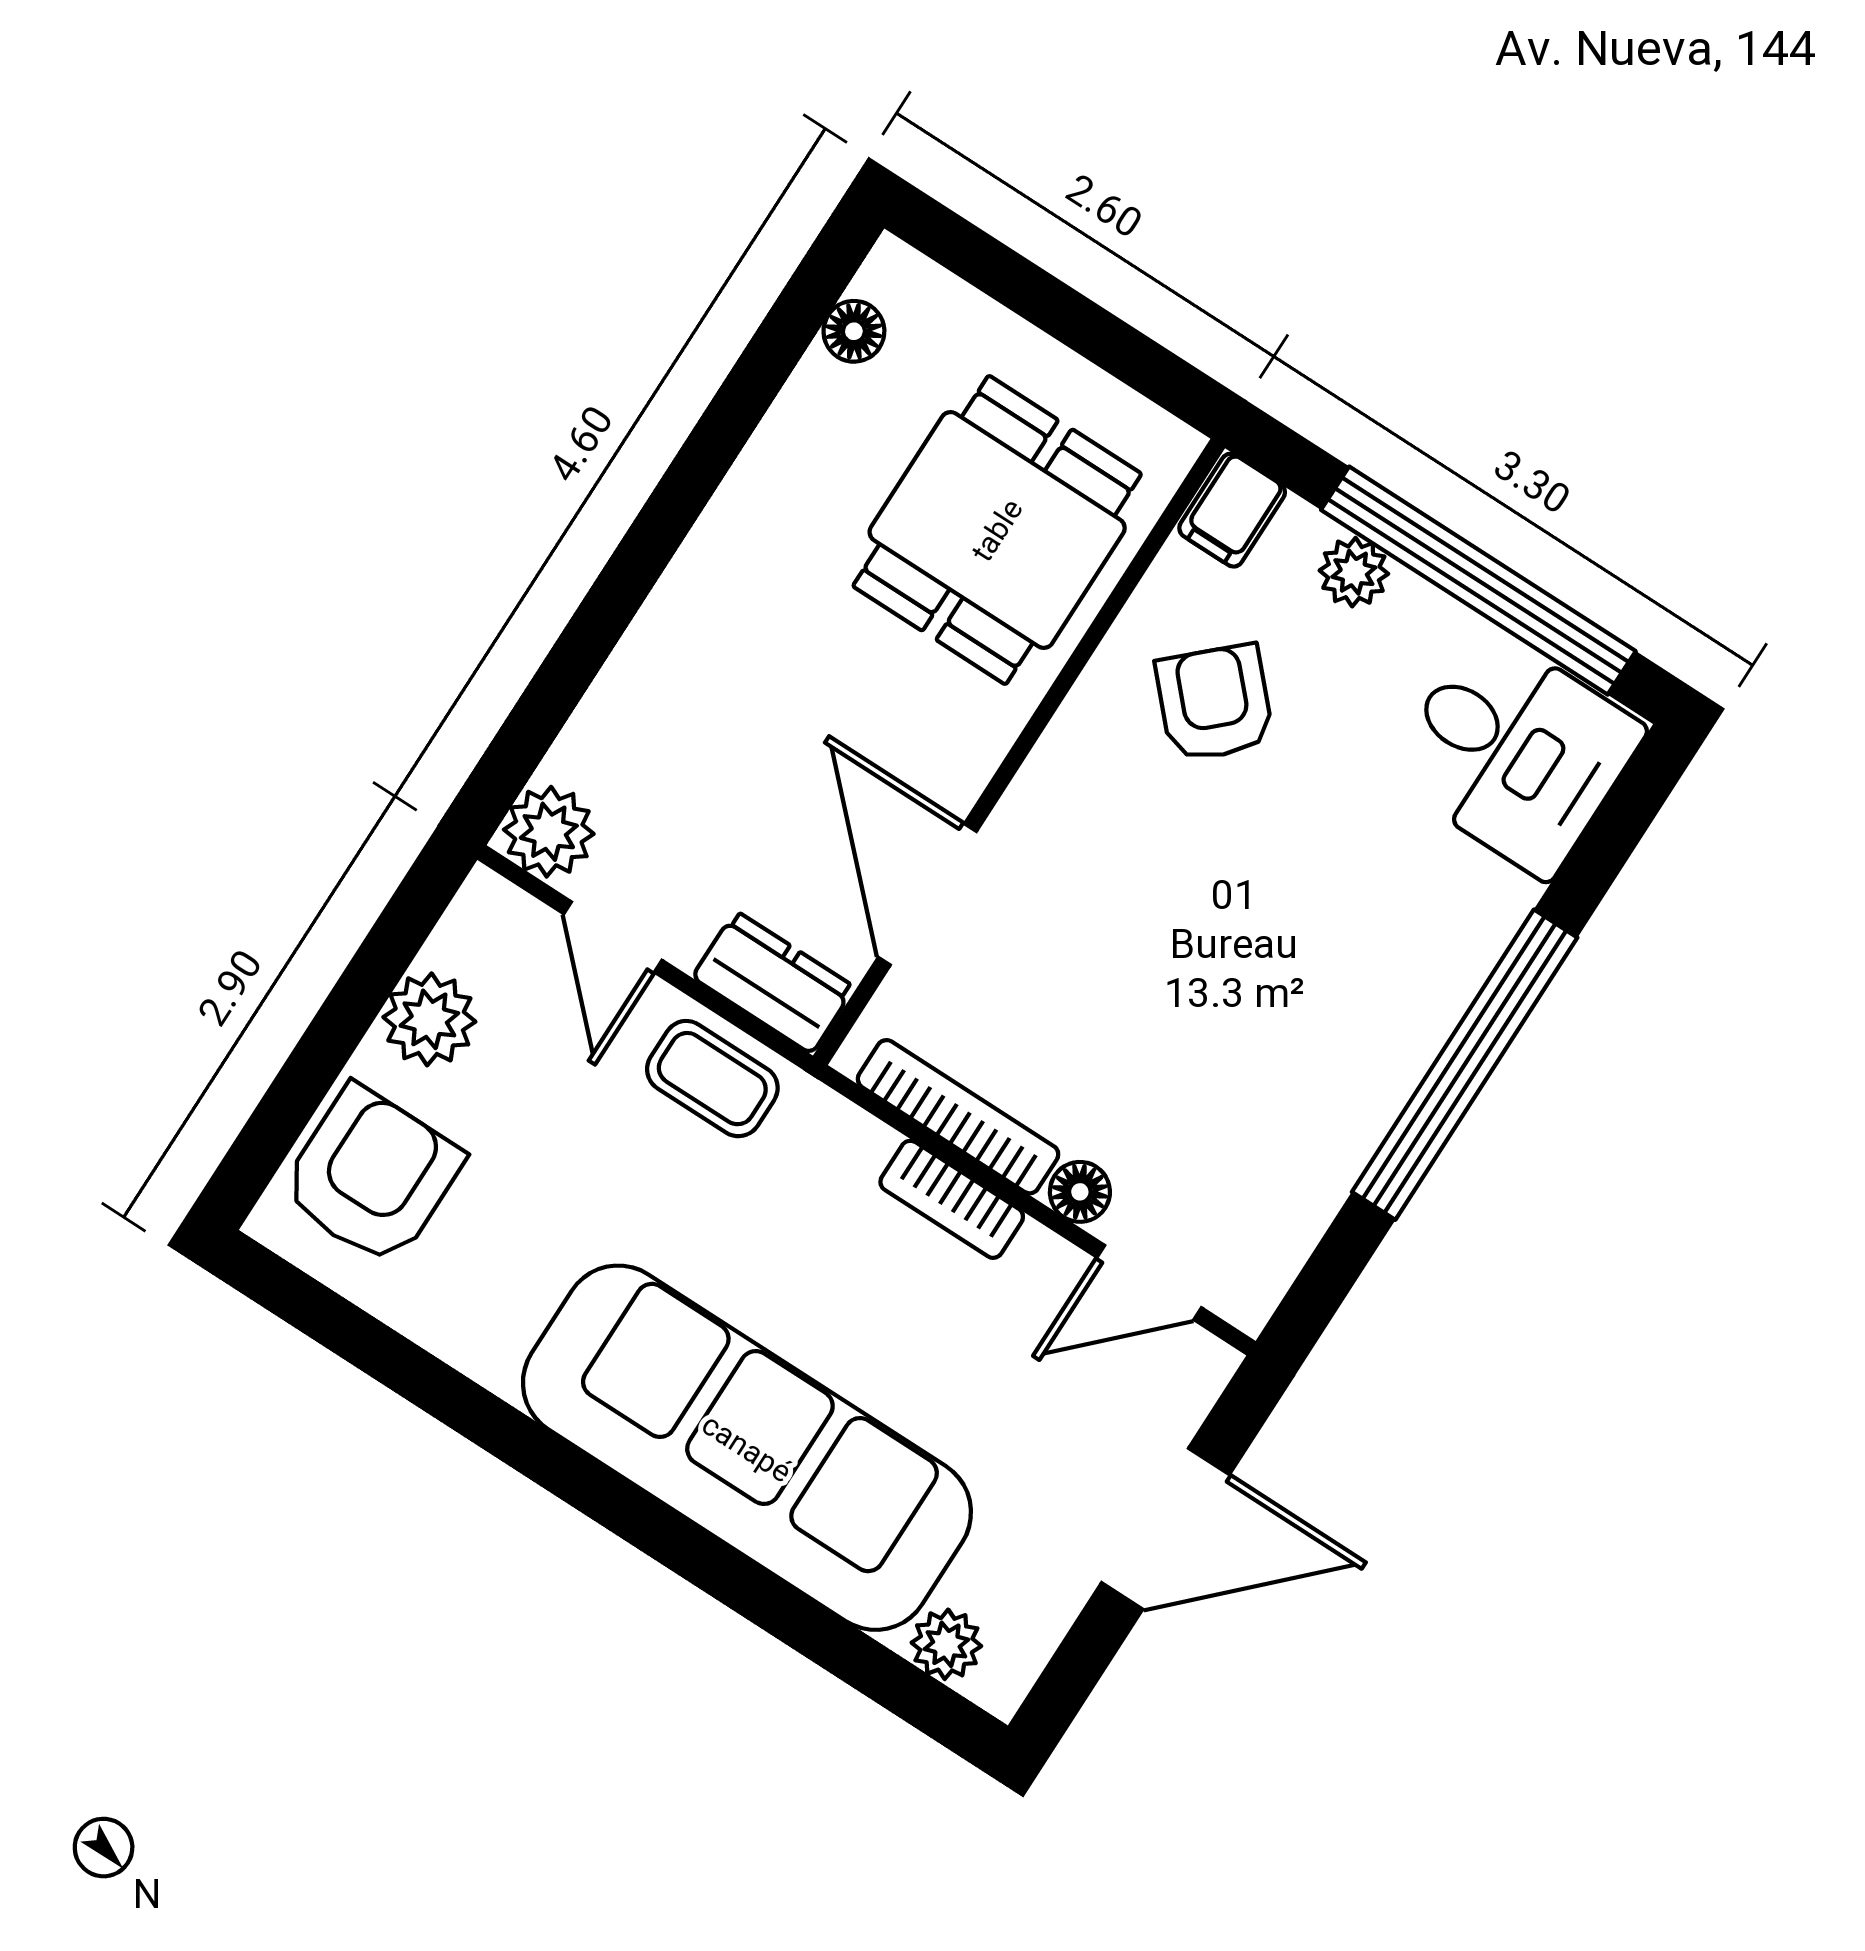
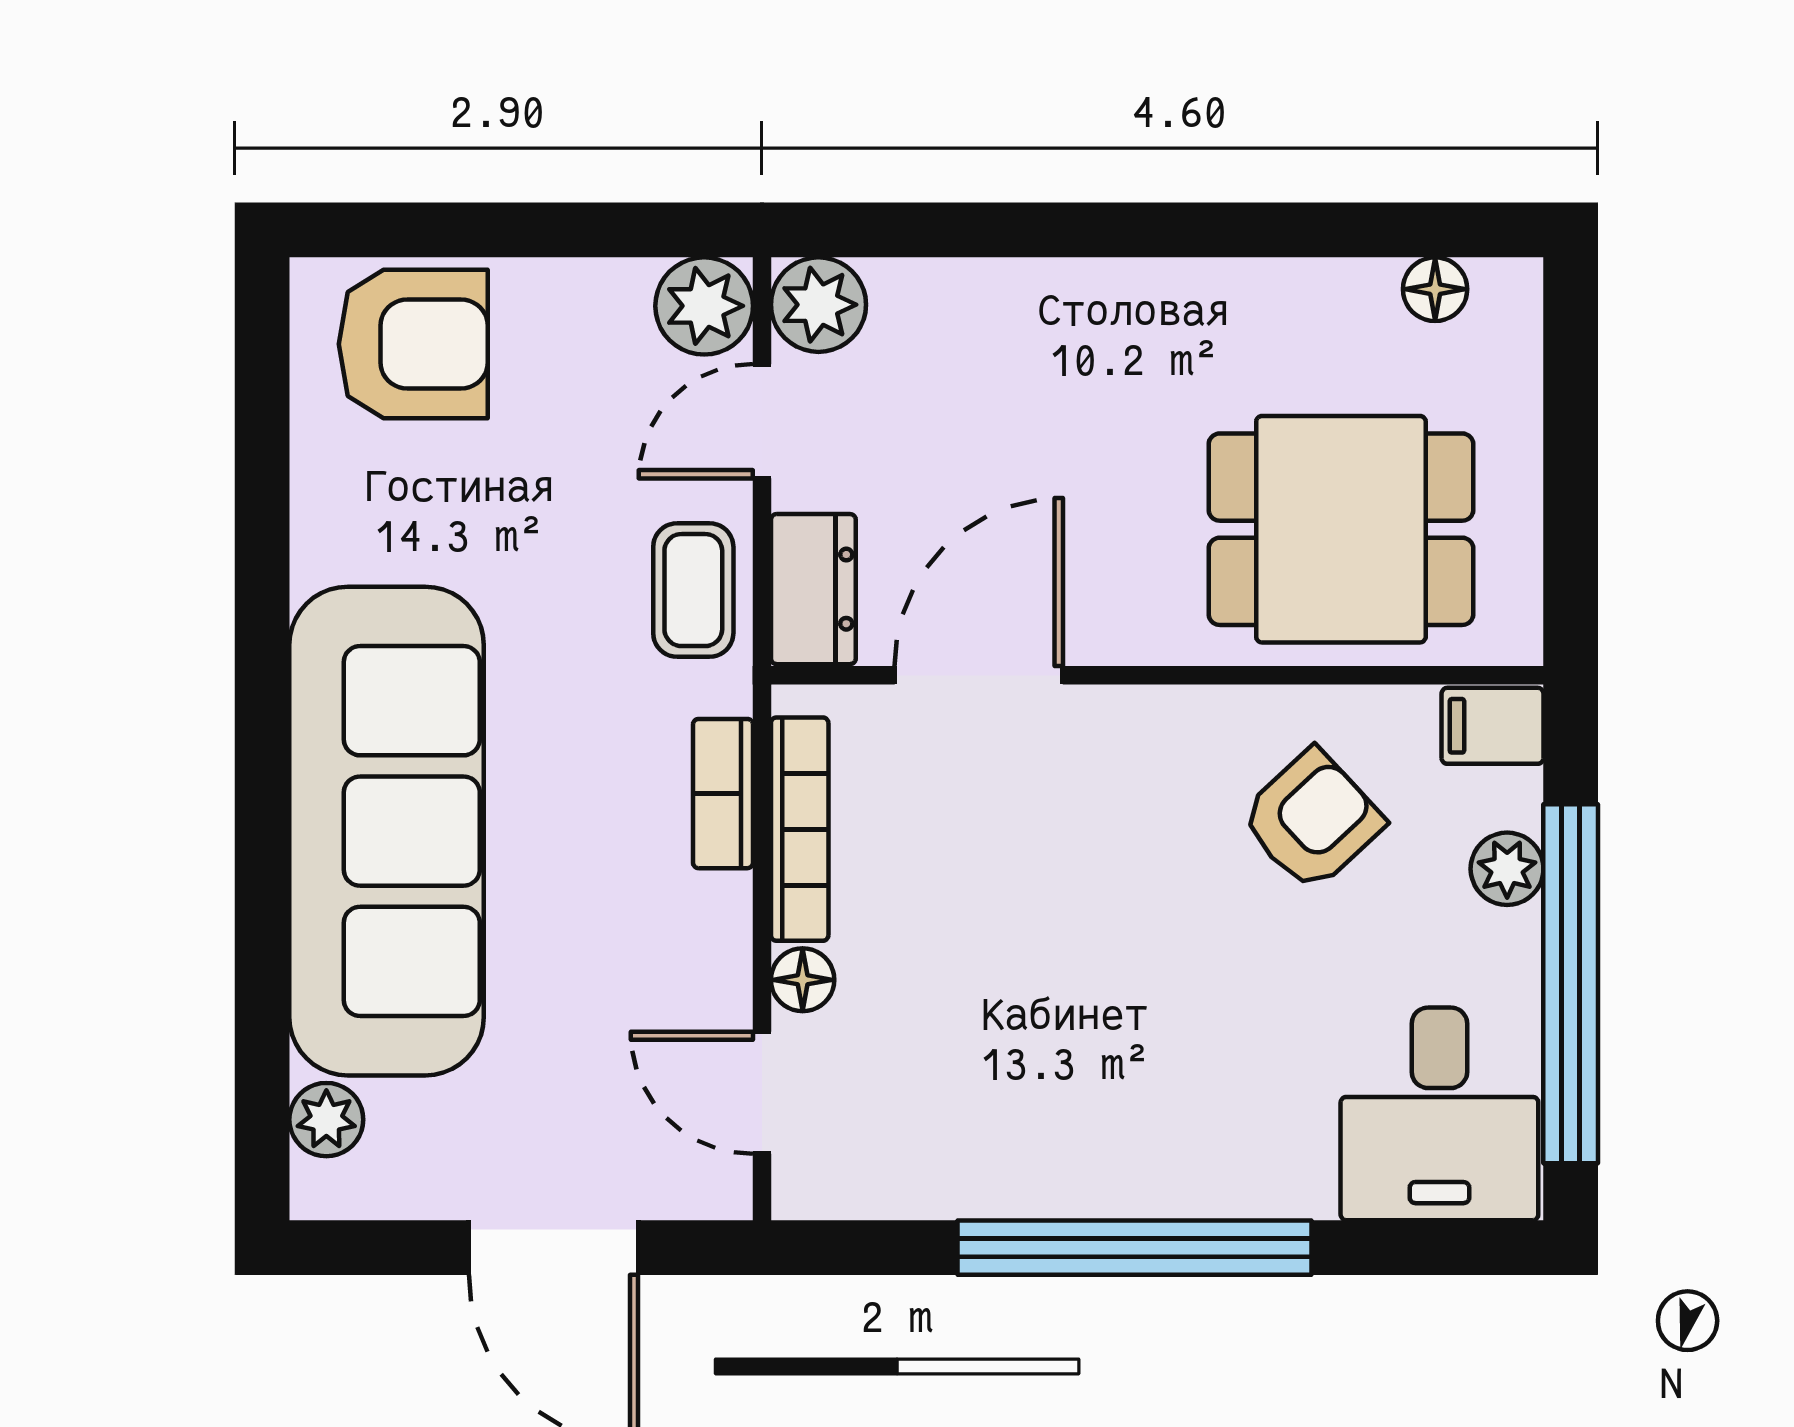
plant: (429, 1019) -> (704, 306), moved
bookcase: (952, 1199) -> (723, 794), moved

